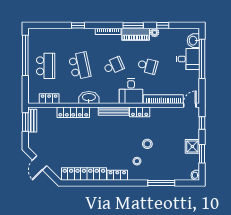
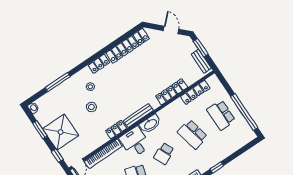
washbasin: (89, 98) -> (150, 124), moved
locker: (49, 99) -> (195, 92), width x1.53
window: (25, 122) -> (201, 48), moved
shower: (192, 146) -> (61, 132), width x1.86, depth x1.86

